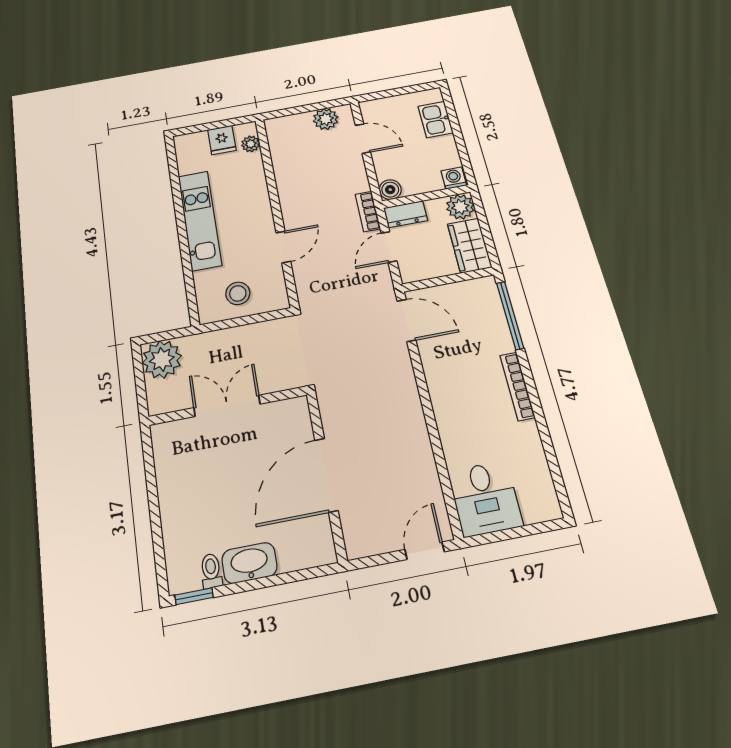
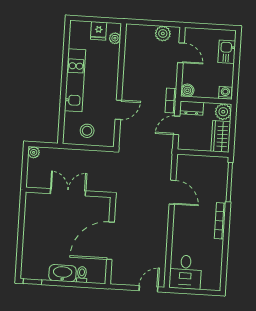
door: (406, 320) -> (172, 192), moved
plant: (162, 359) -> (34, 152), width x0.53, depth x0.53
toilet: (211, 571) -> (82, 275), moved

